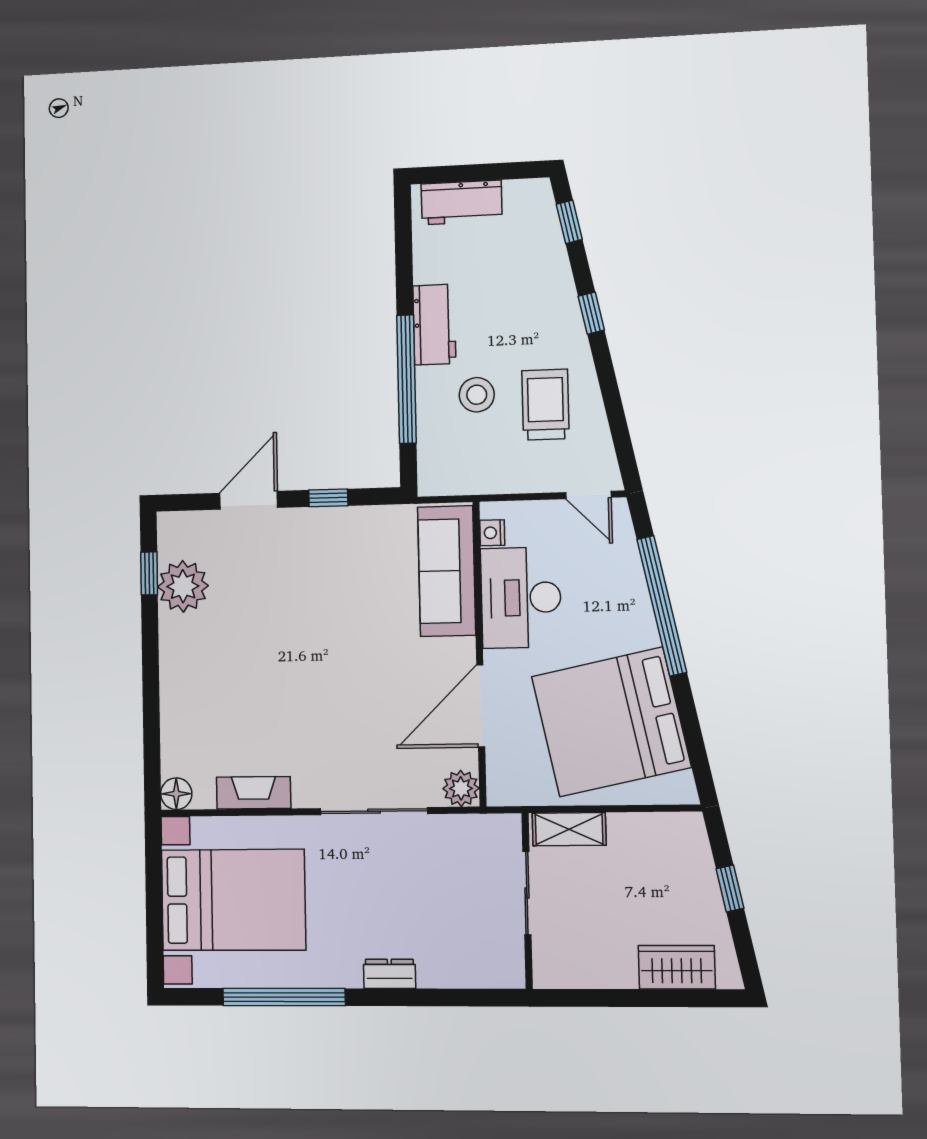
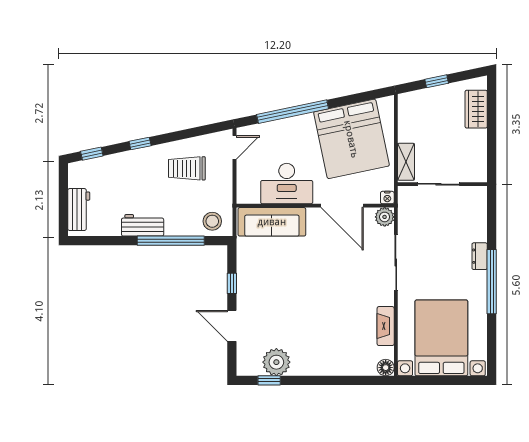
stool: (477, 395) -> (212, 221), moved
nightstand: (492, 533) -> (387, 198), moved
window: (284, 997) -> (492, 282), moved

